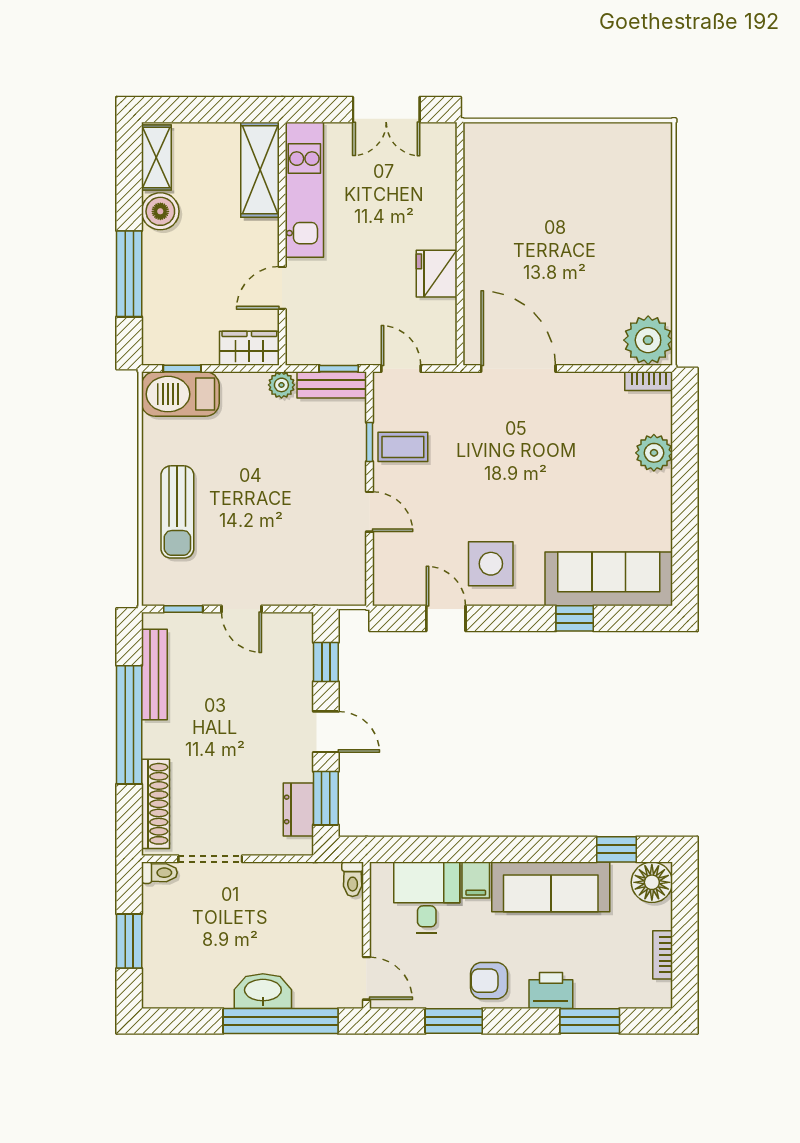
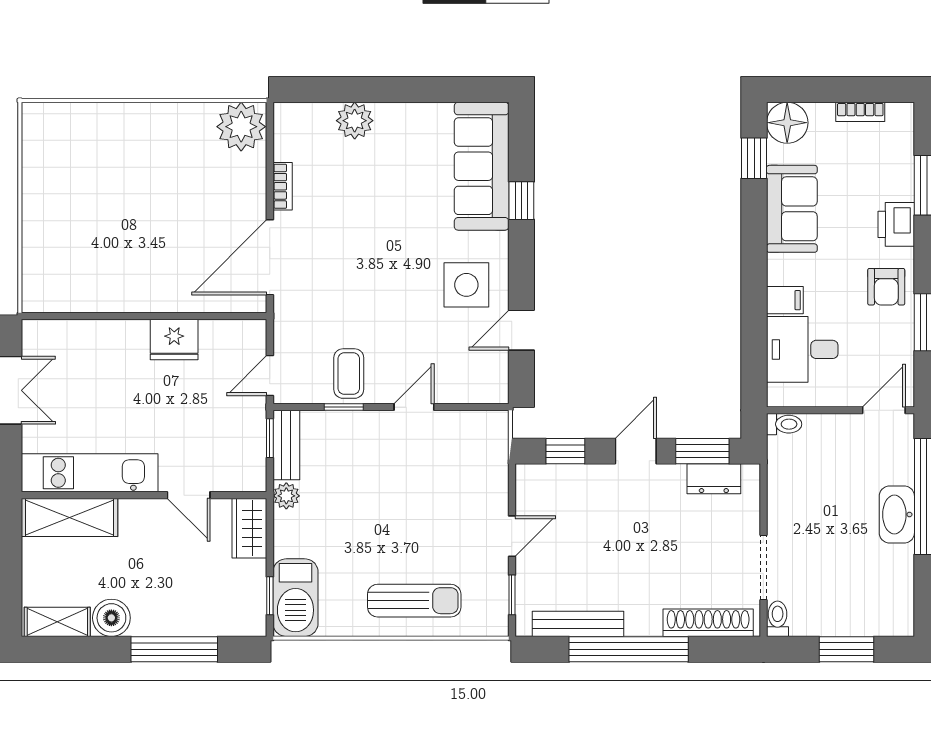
bookcase: (649, 381) -> (283, 186), moved
sofa: (551, 887) -> (792, 209), width x0.73

